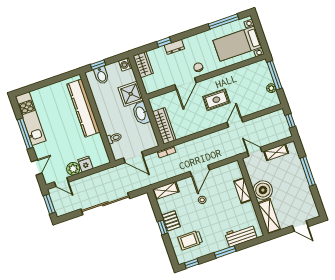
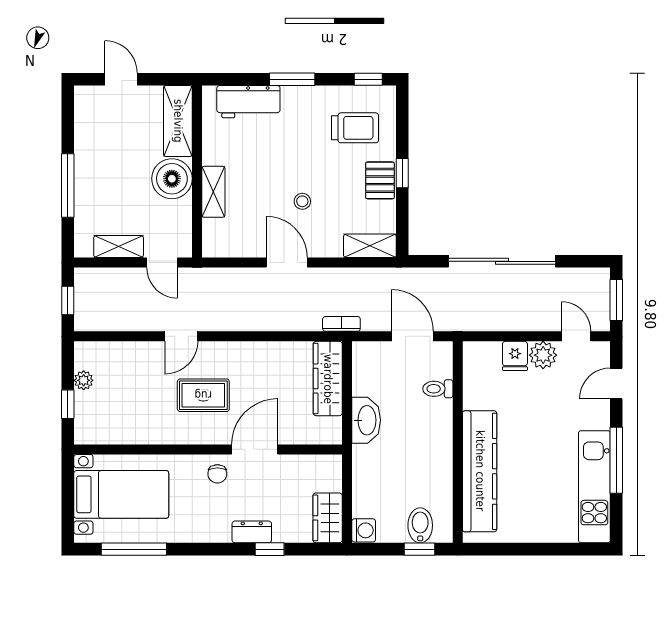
window: (275, 75) -> (68, 404), width x0.46
shower: (131, 94) -> (373, 467), removed
door: (200, 171) -> (287, 263), hinge flipped

